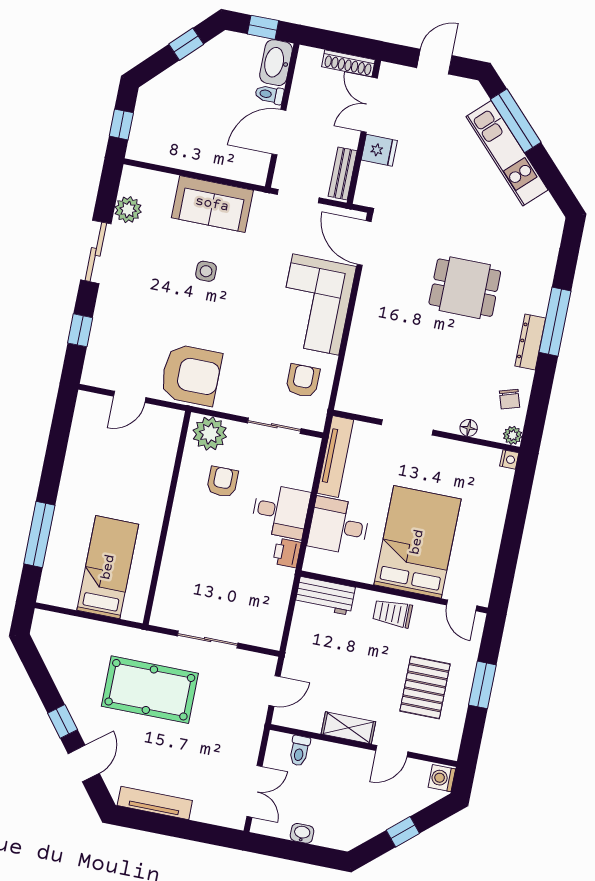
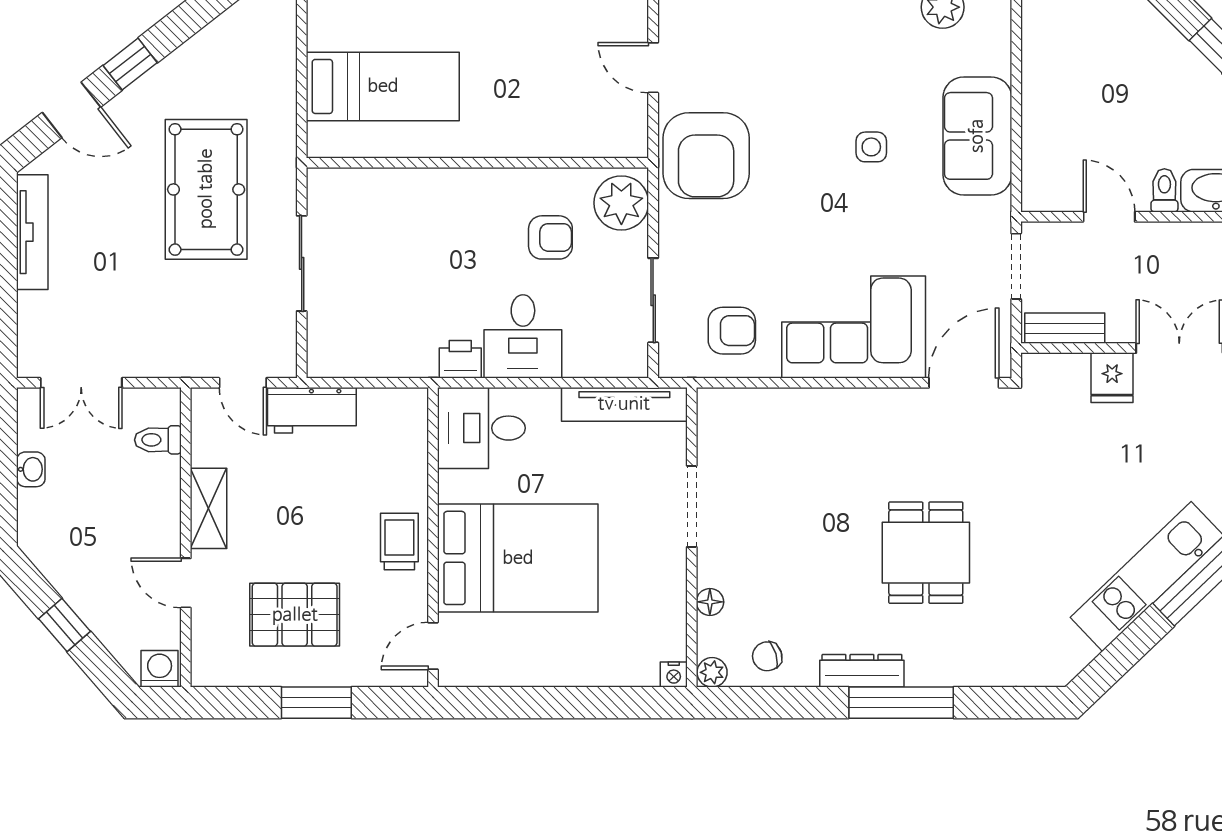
door: (279, 132) -> (1109, 217), width x0.73
desk: (339, 526) -> (481, 428), moved, turned -90
workbench: (325, 596) -> (312, 410), moved, turned -90

